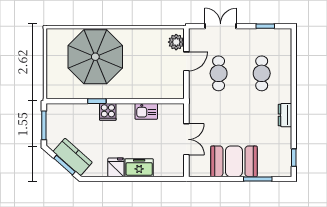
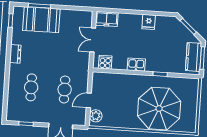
kitchen sink: (146, 111) -> (136, 65), moved
cooker: (108, 112) -> (105, 62), moved
kitchen counter: (73, 157) -> (194, 57), moved, turned 48
booth: (234, 161) -> (41, 20), moved
freezer: (139, 168) -> (107, 19), moved

